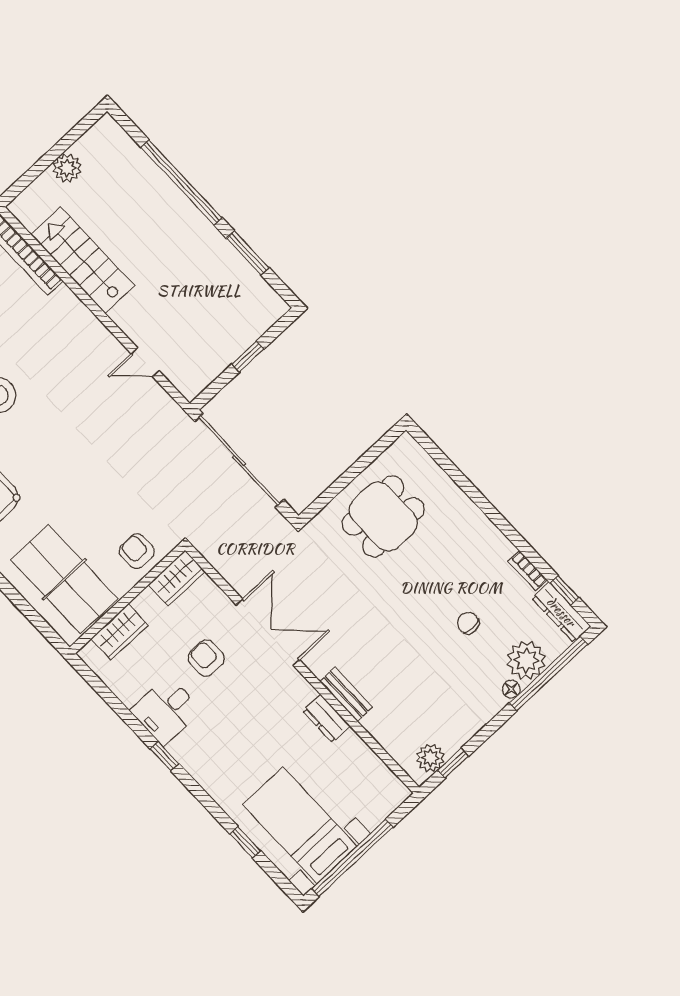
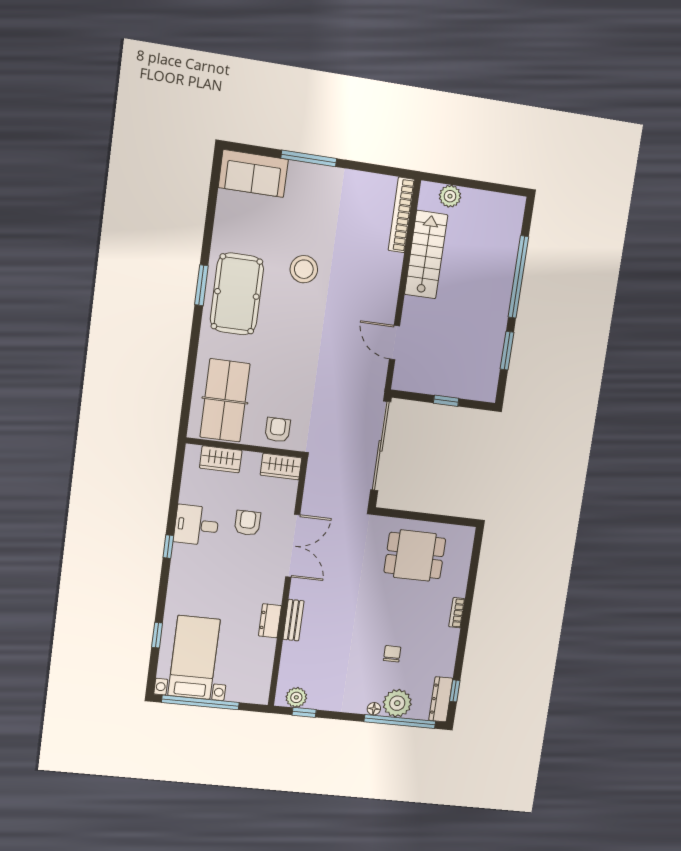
plant: (67, 168) -> (450, 196), moved
door: (145, 362) -> (395, 342), width x1.38
bookcase: (528, 571) -> (457, 613), moved

